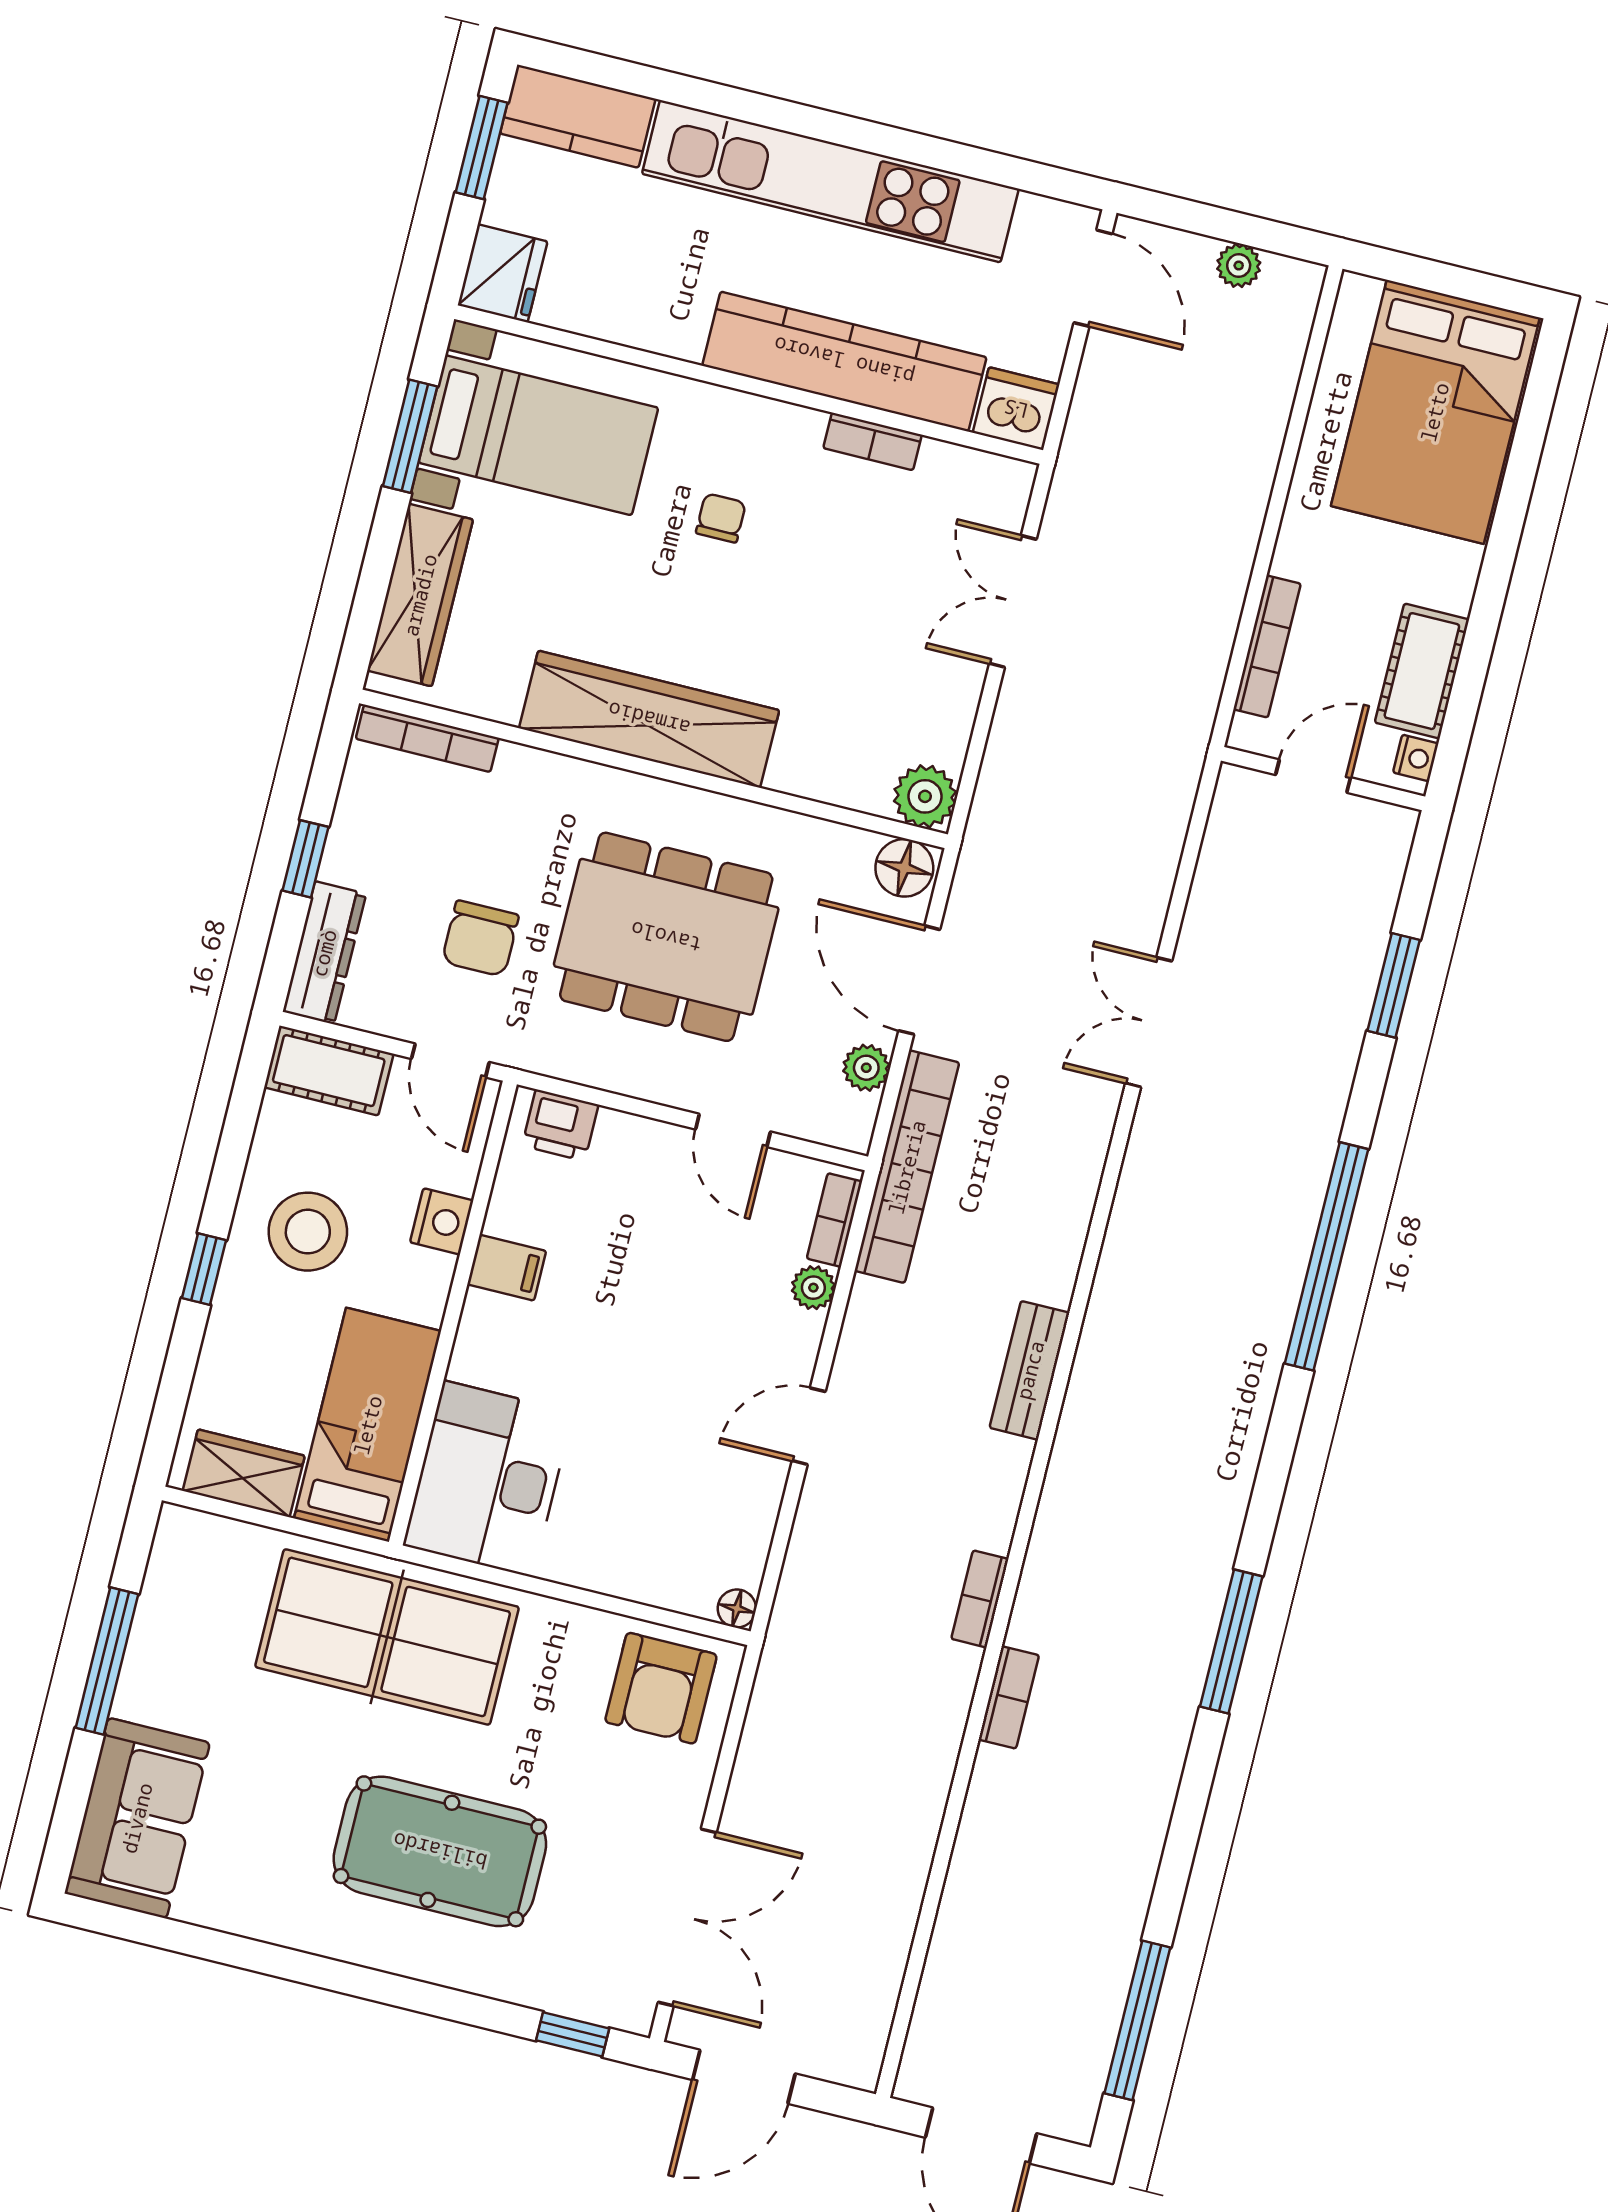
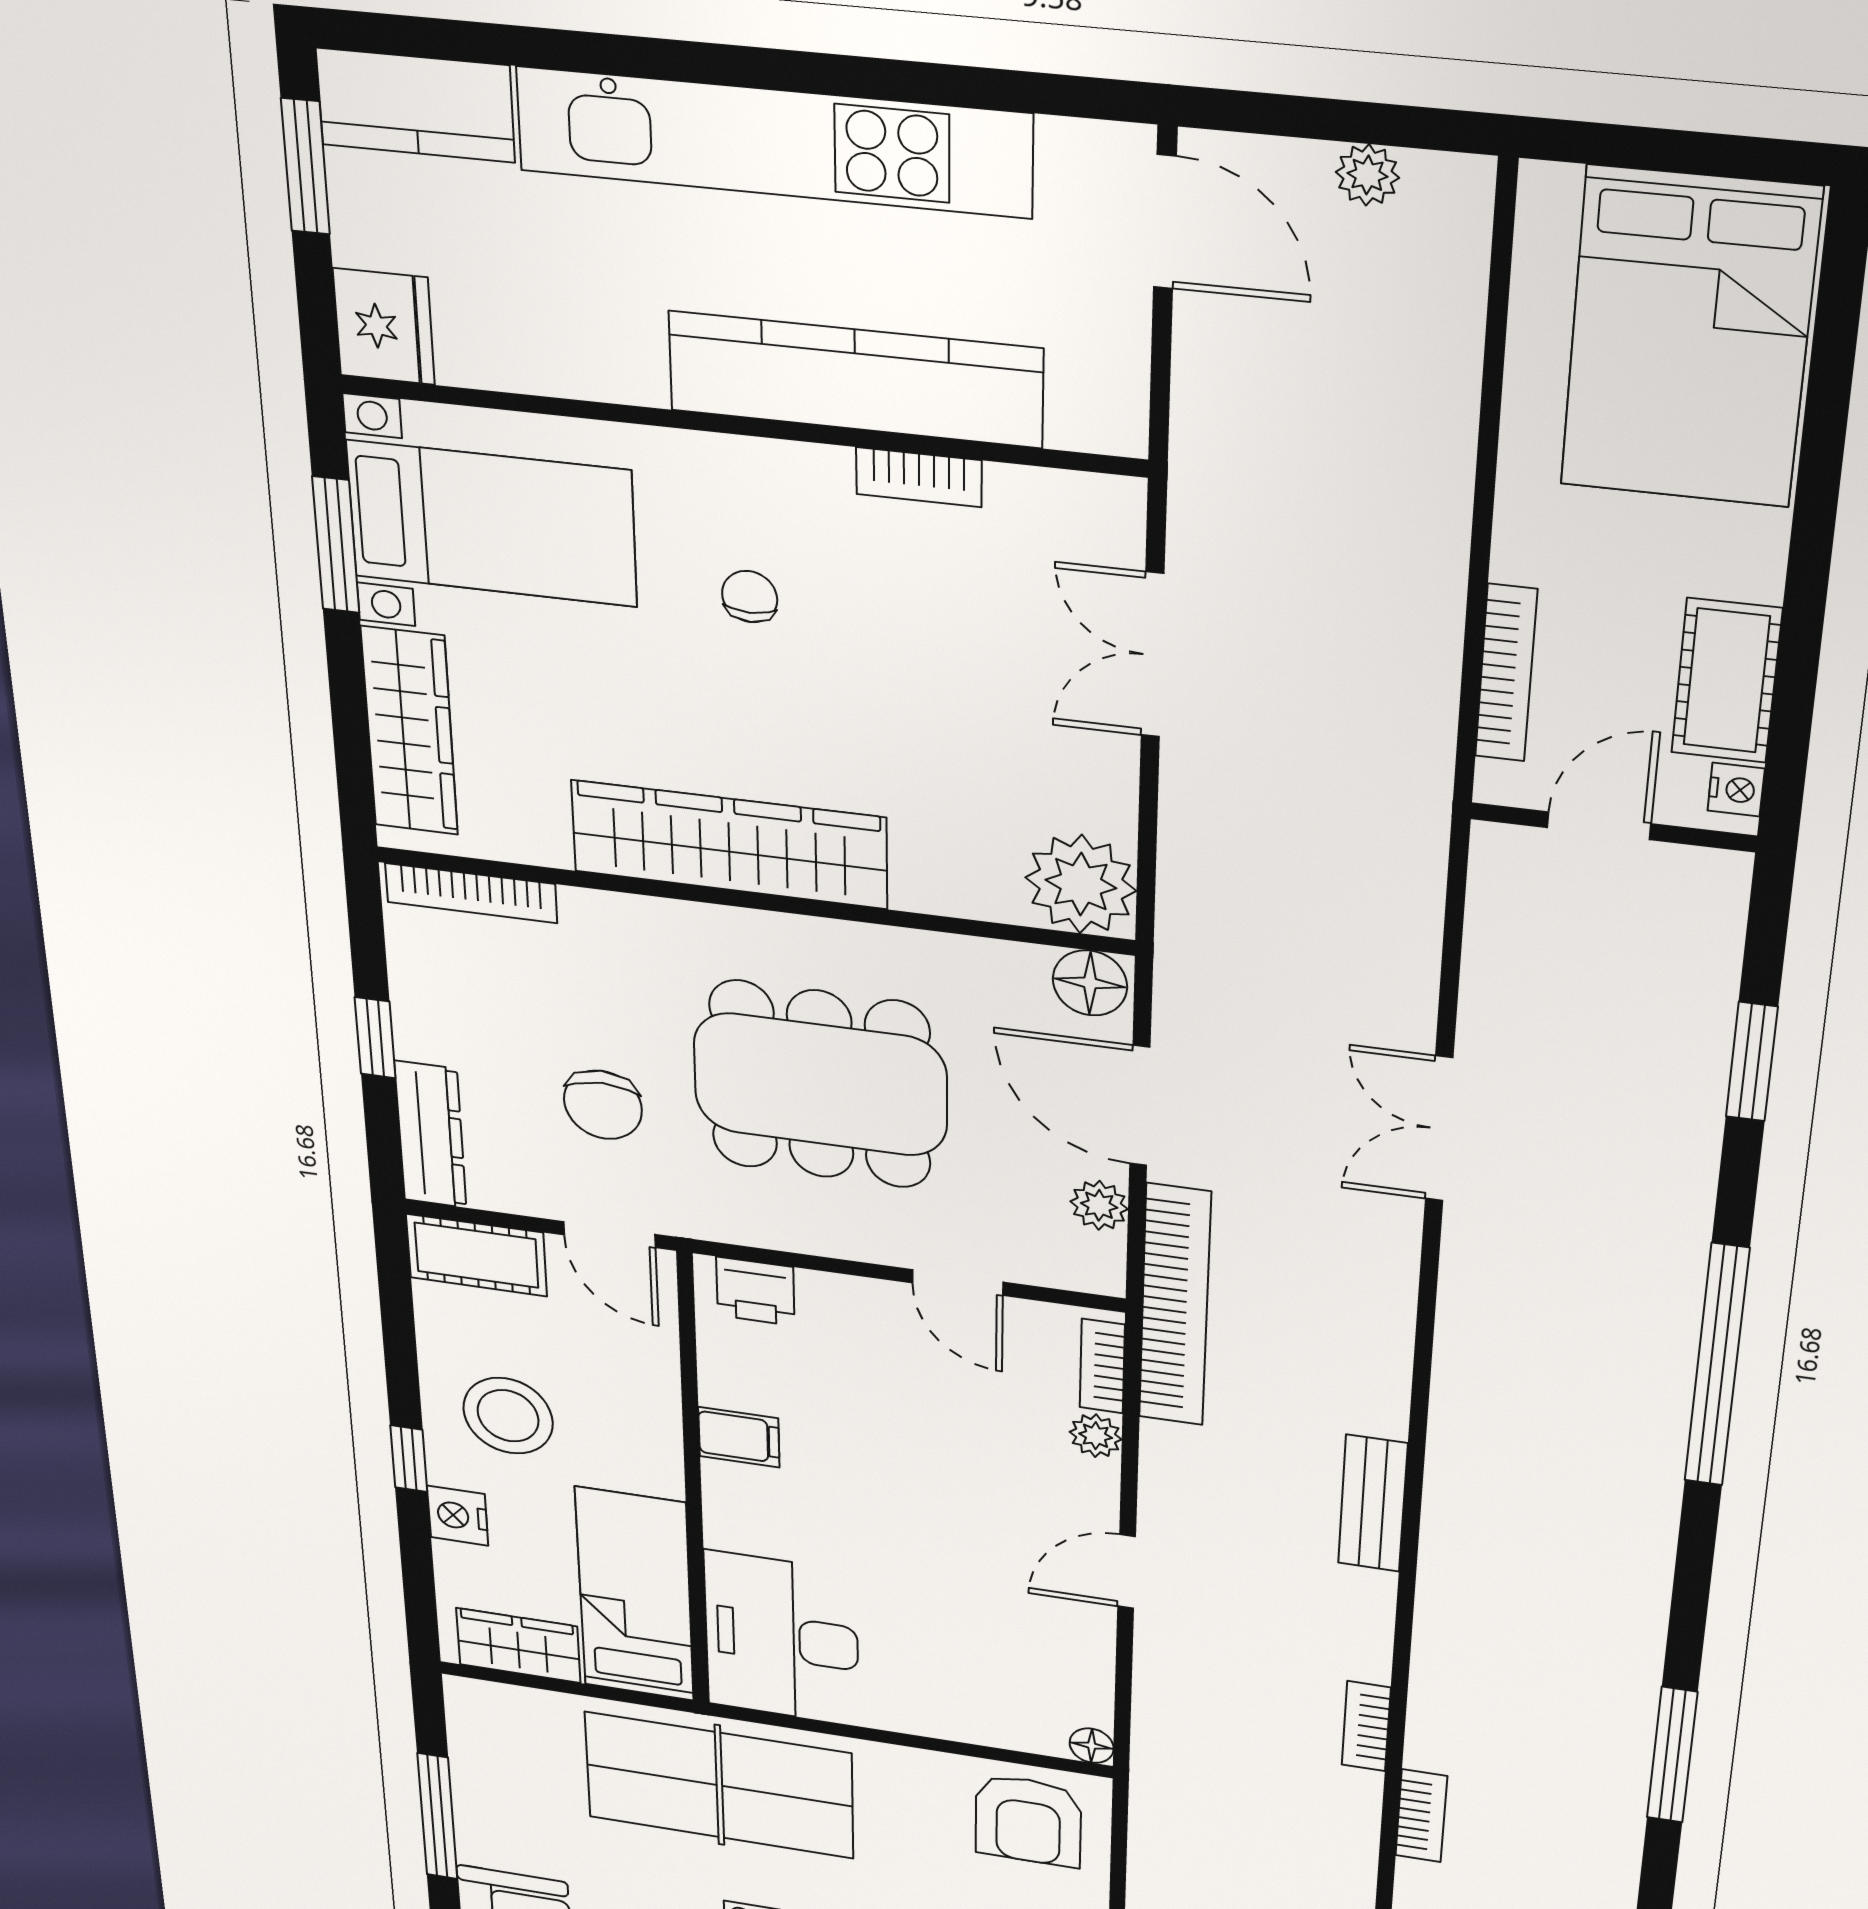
dishwasher: (1016, 409) -> (1099, 410), removed
plant: (925, 796) -> (1081, 884), width x1.36, depth x1.36
nightstand: (442, 1221) -> (458, 1516), moved, turned 180

